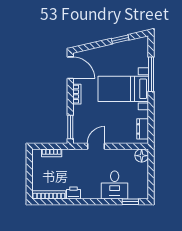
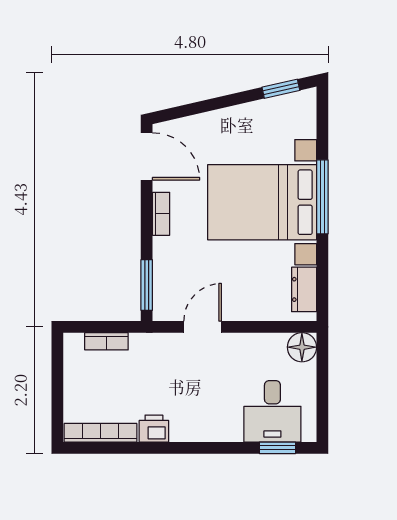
window: (120, 39) -> (281, 89), moved
window: (151, 74) -> (322, 197), moved
bed with nightstands: (123, 89) -> (262, 202), width x1.36
desk: (115, 185) -> (272, 411), moved

